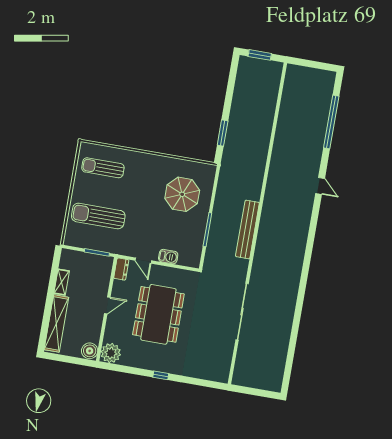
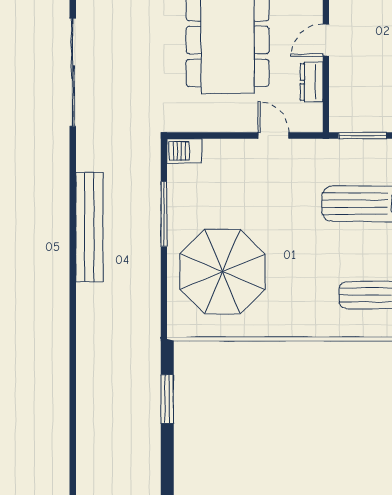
parasol: (182, 194) -> (222, 272), width x1.36, depth x1.36
barbecue: (168, 257) -> (184, 151), moved
dresser: (121, 269) -> (312, 82), moved

